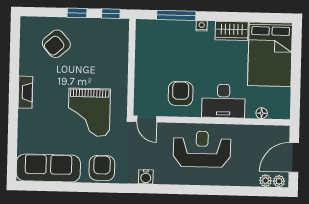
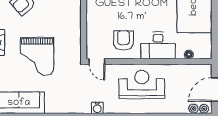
grand piano: (89, 112) -> (37, 56), moved
armchair: (102, 168) -> (62, 102), removed

